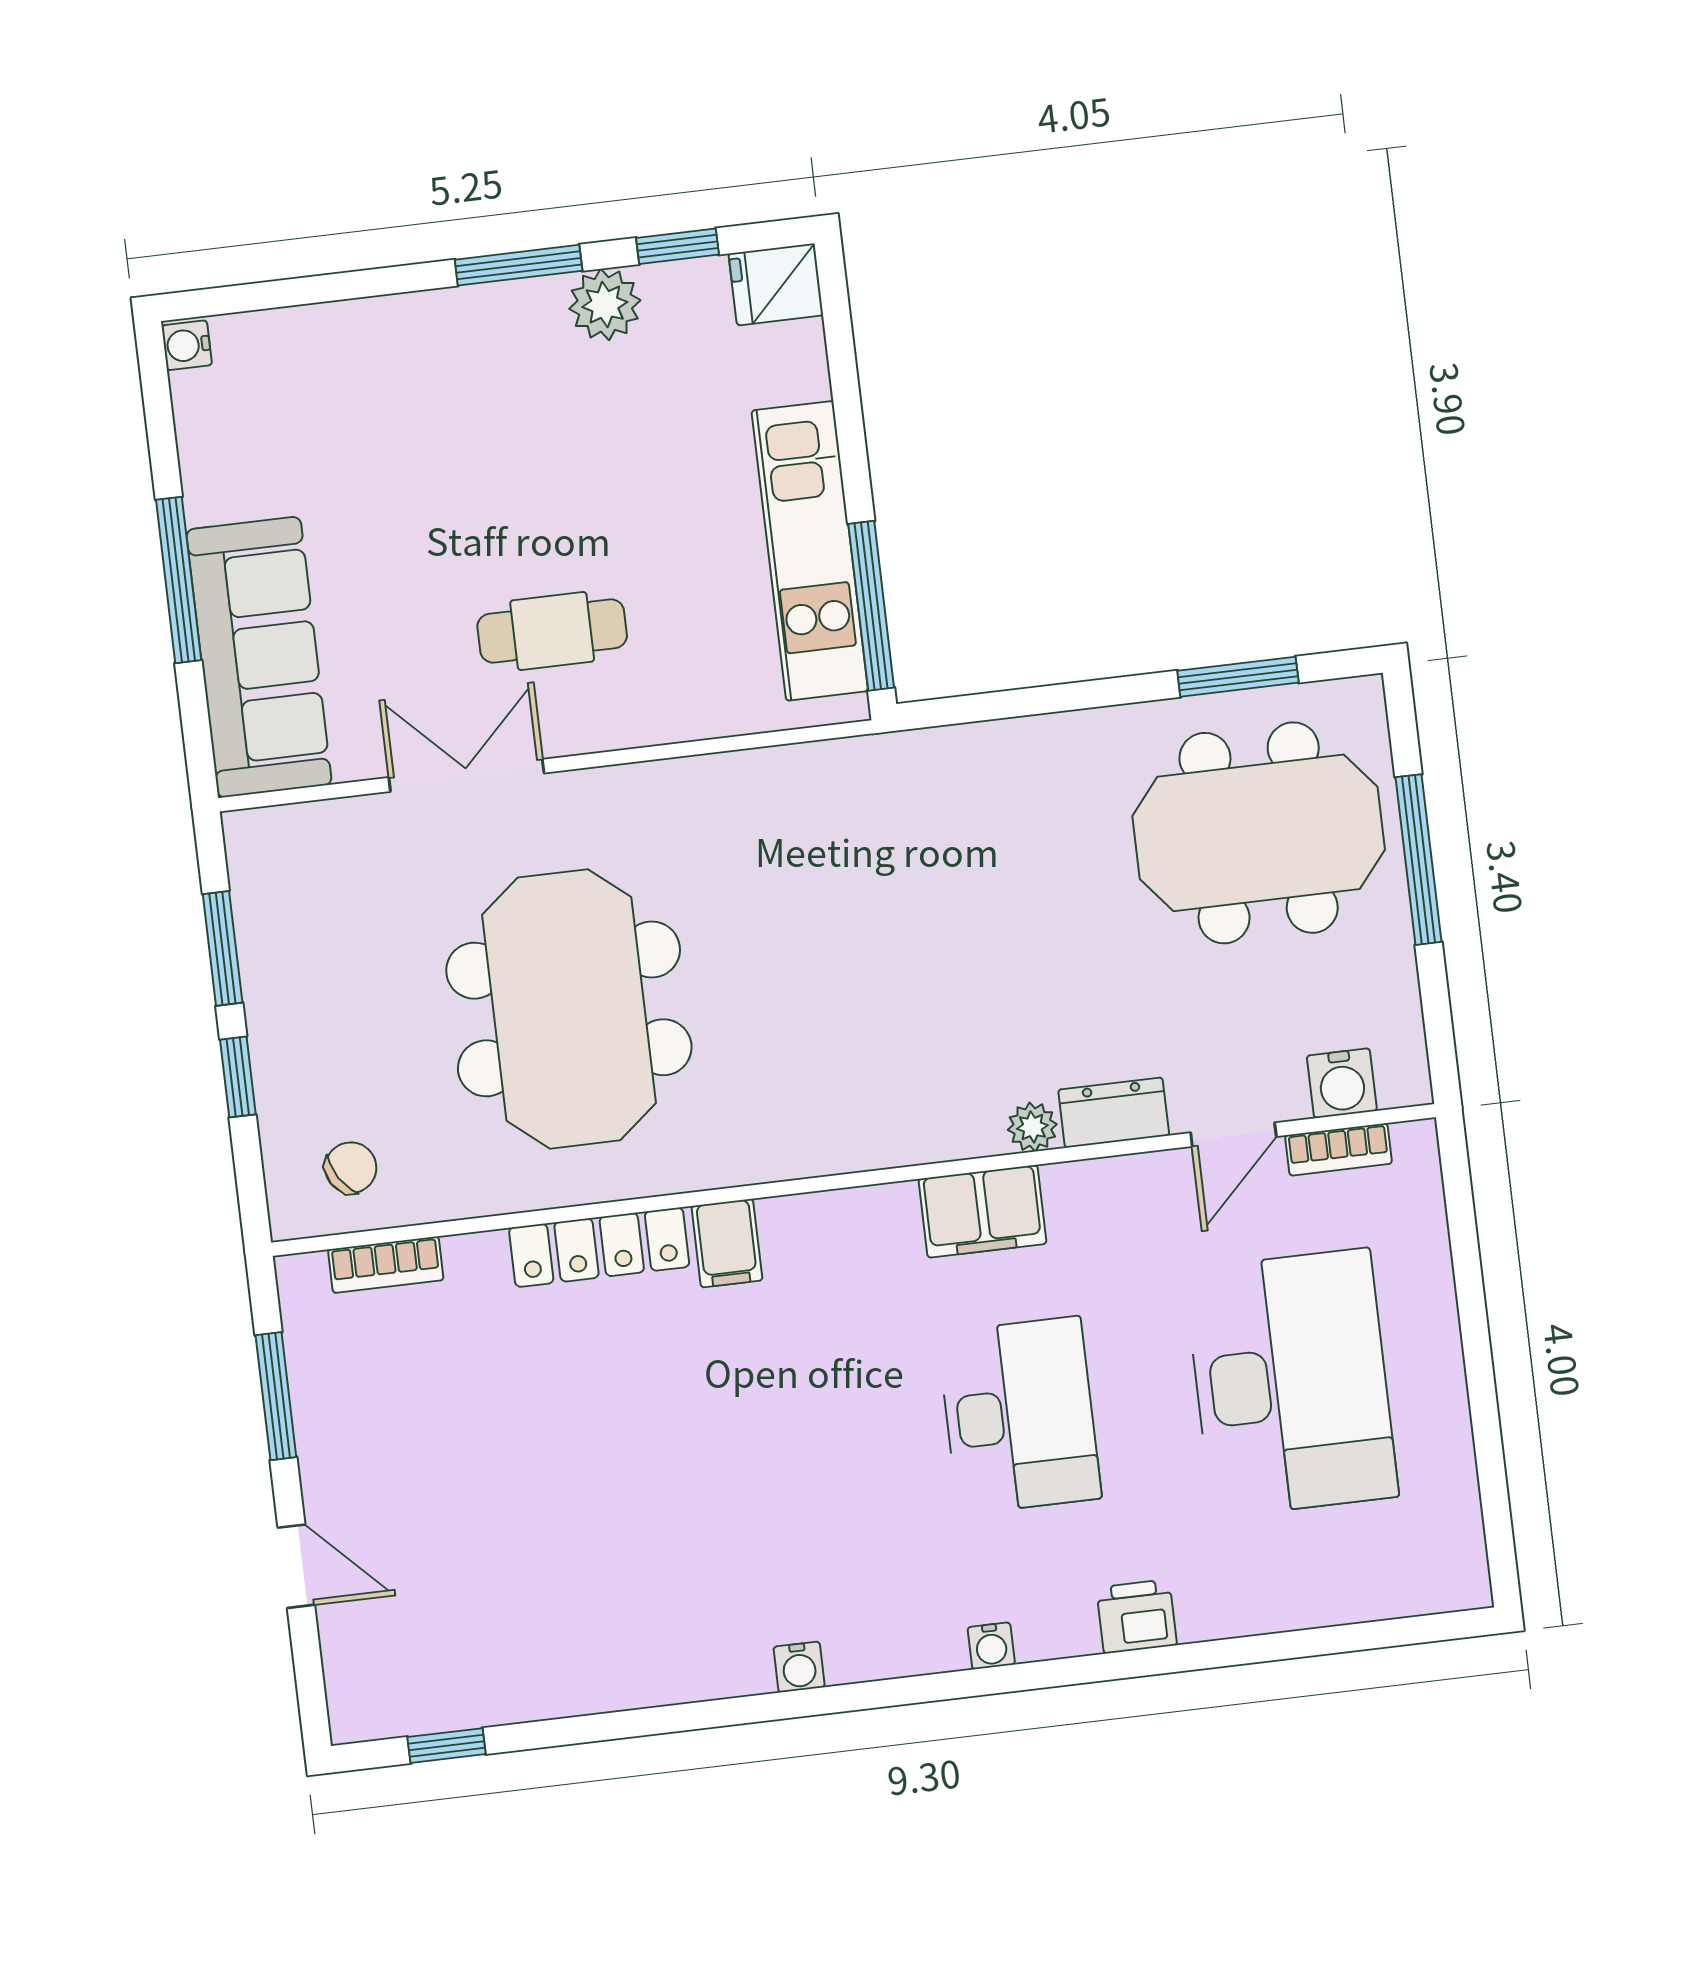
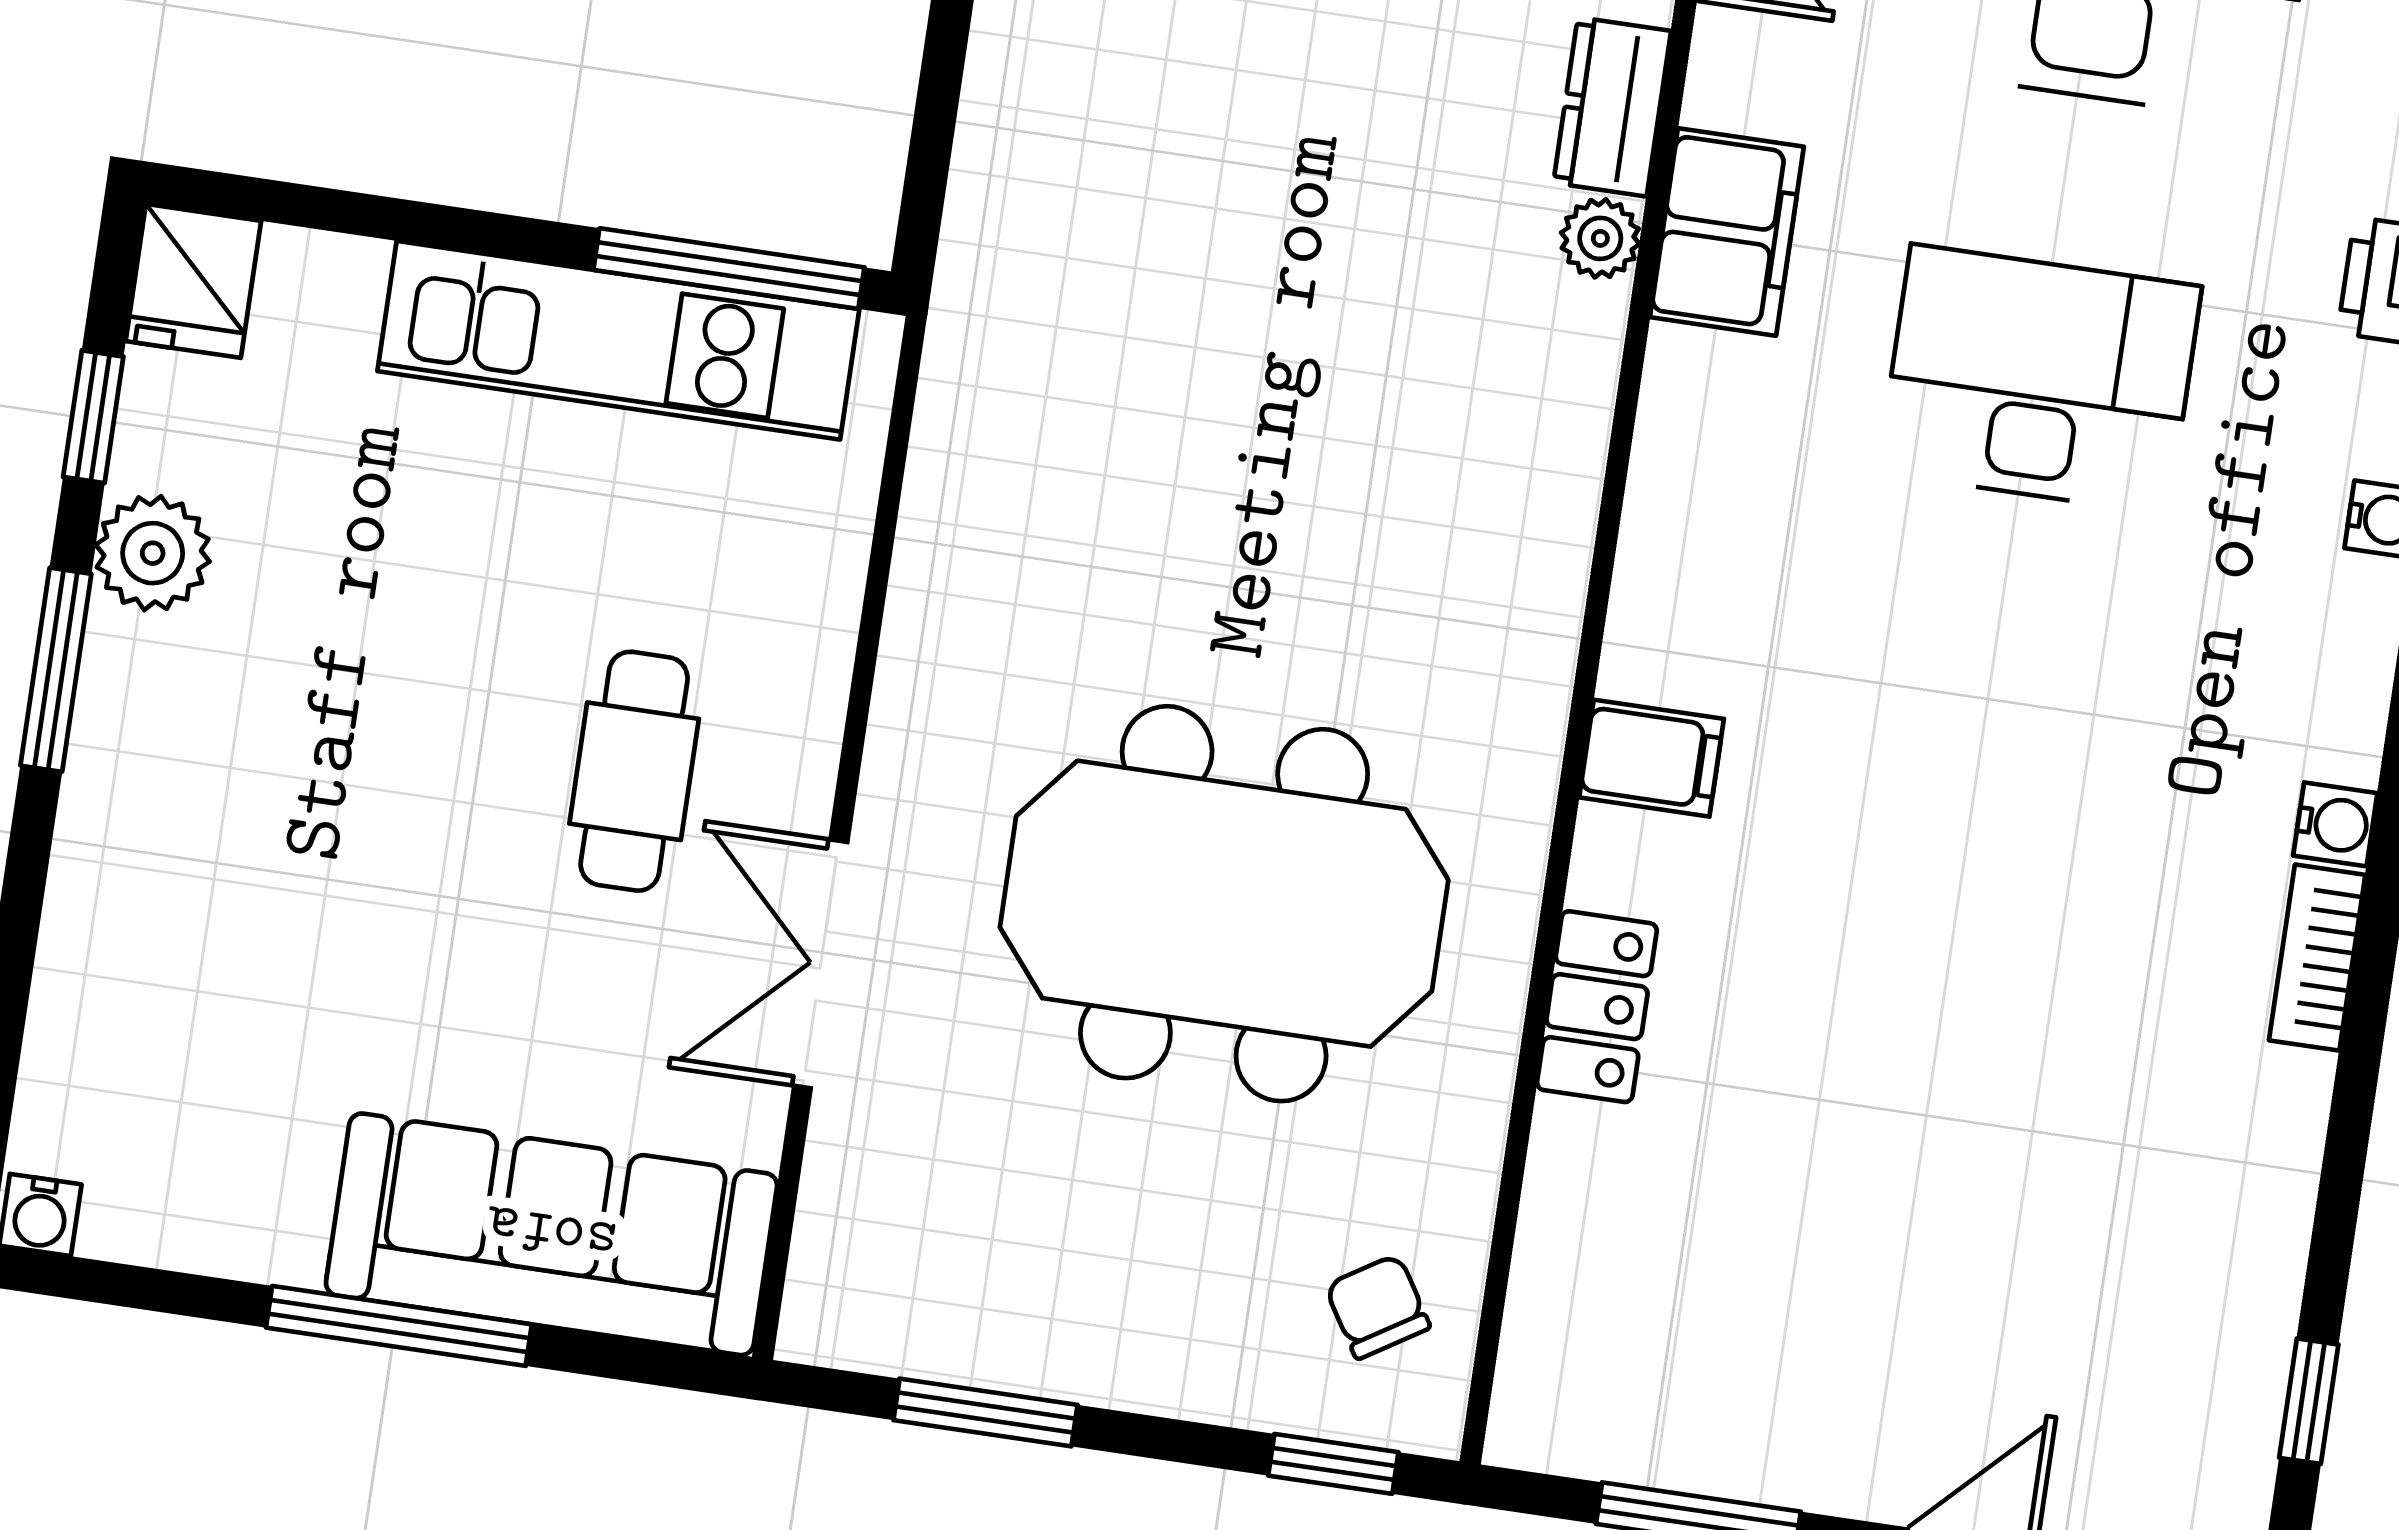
window: (238, 1077) -> (1333, 1464), moved
filing cabinet: (983, 1211) -> (1727, 232), moved
locker: (599, 1247) -> (1597, 1007), width x0.66
bookcase: (386, 1265) -> (2317, 958), moved, turned 180

